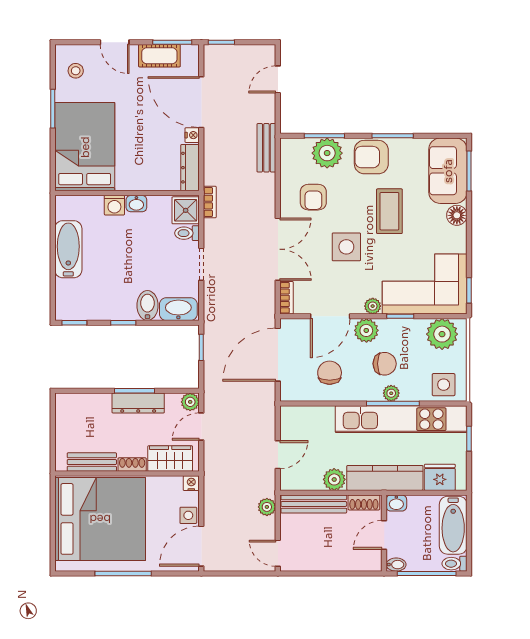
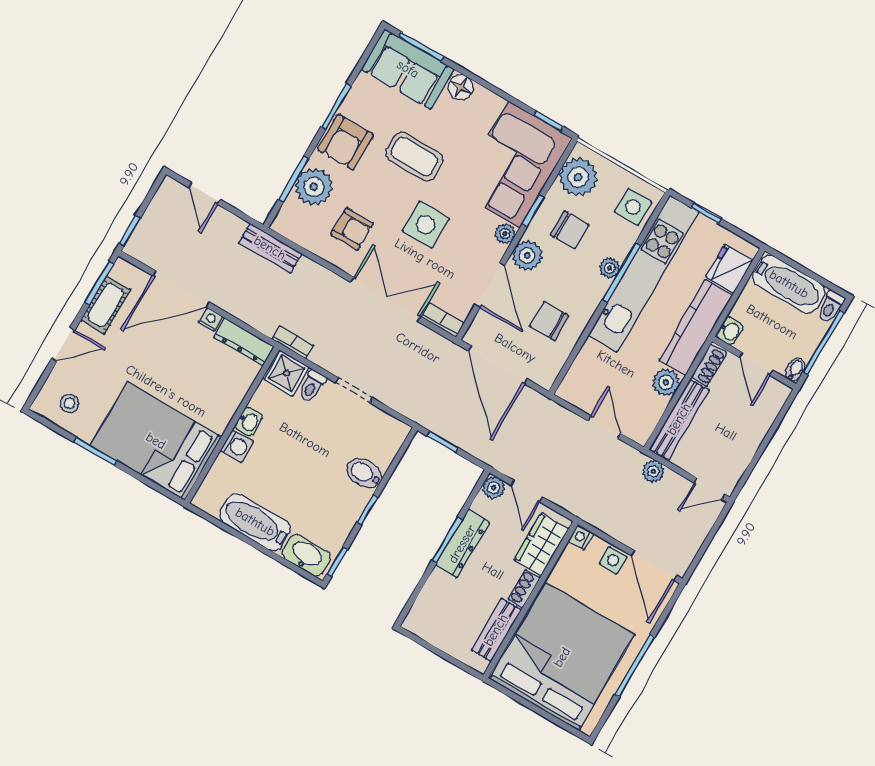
washbasin: (178, 309) -> (306, 555), moved, turned 90
chair: (385, 364) -> (570, 230), moved, turned 90

